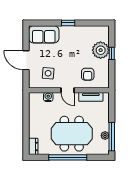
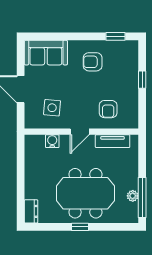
window: (68, 23) -> (116, 36), moved
armchair: (77, 41) -> (93, 62), added
plant: (101, 50) -> (126, 75), removed
door: (68, 90) -> (80, 132), hinge flipped
window: (68, 157) -> (80, 227), width x0.32

